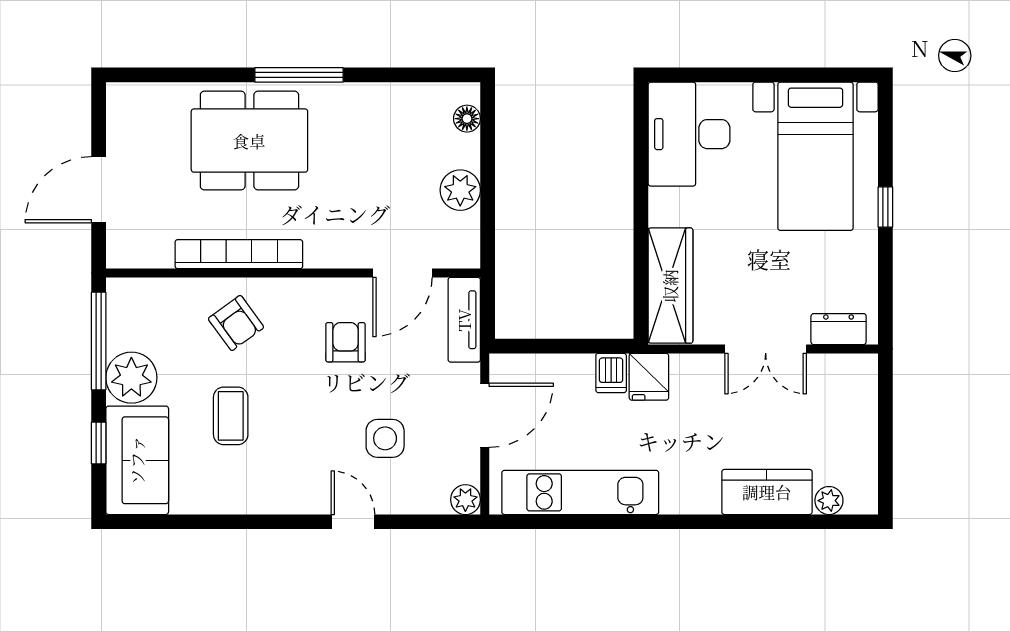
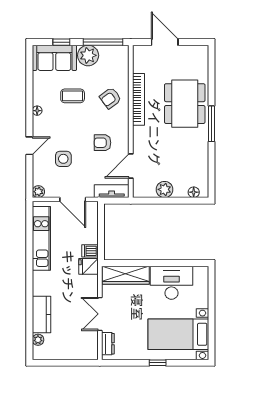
desk: (689, 134) -> (171, 283), moved
door: (402, 273) -> (131, 166), hinge flipped
armchair: (346, 342) -> (103, 143), turned 180
floor lamp: (267, 503) -> (37, 111), added

